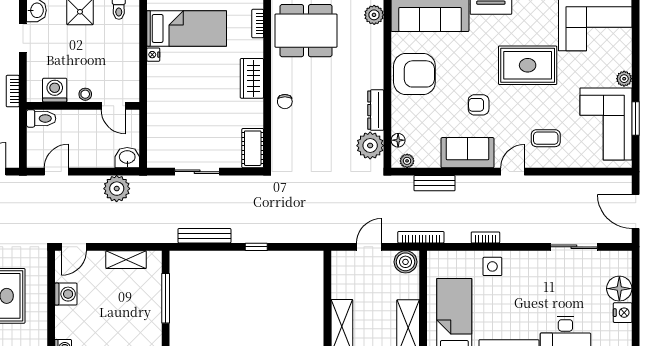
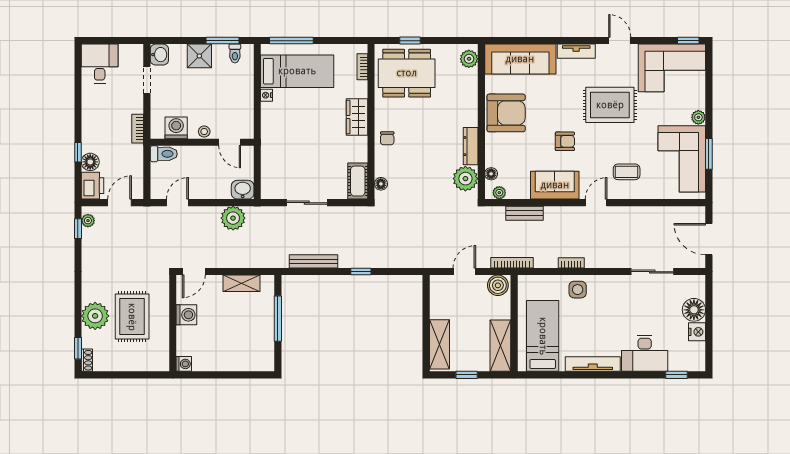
armchair: (479, 105) -> (565, 141), turned 180
floor lamp: (278, 151) -> (381, 184), added

